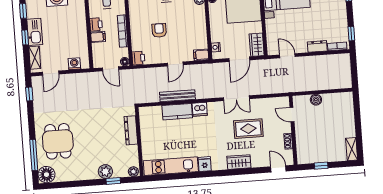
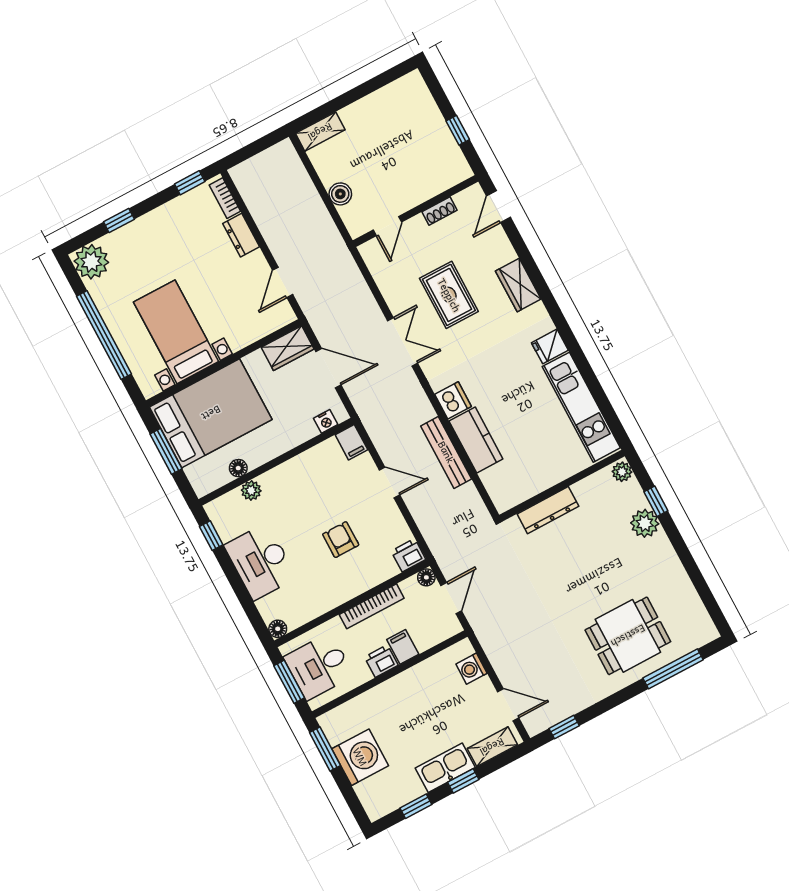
armchair: (159, 30) -> (341, 540), turned 90
shelving: (352, 149) -> (320, 132), moved
floor lamp: (46, 175) -> (698, 629), removed

